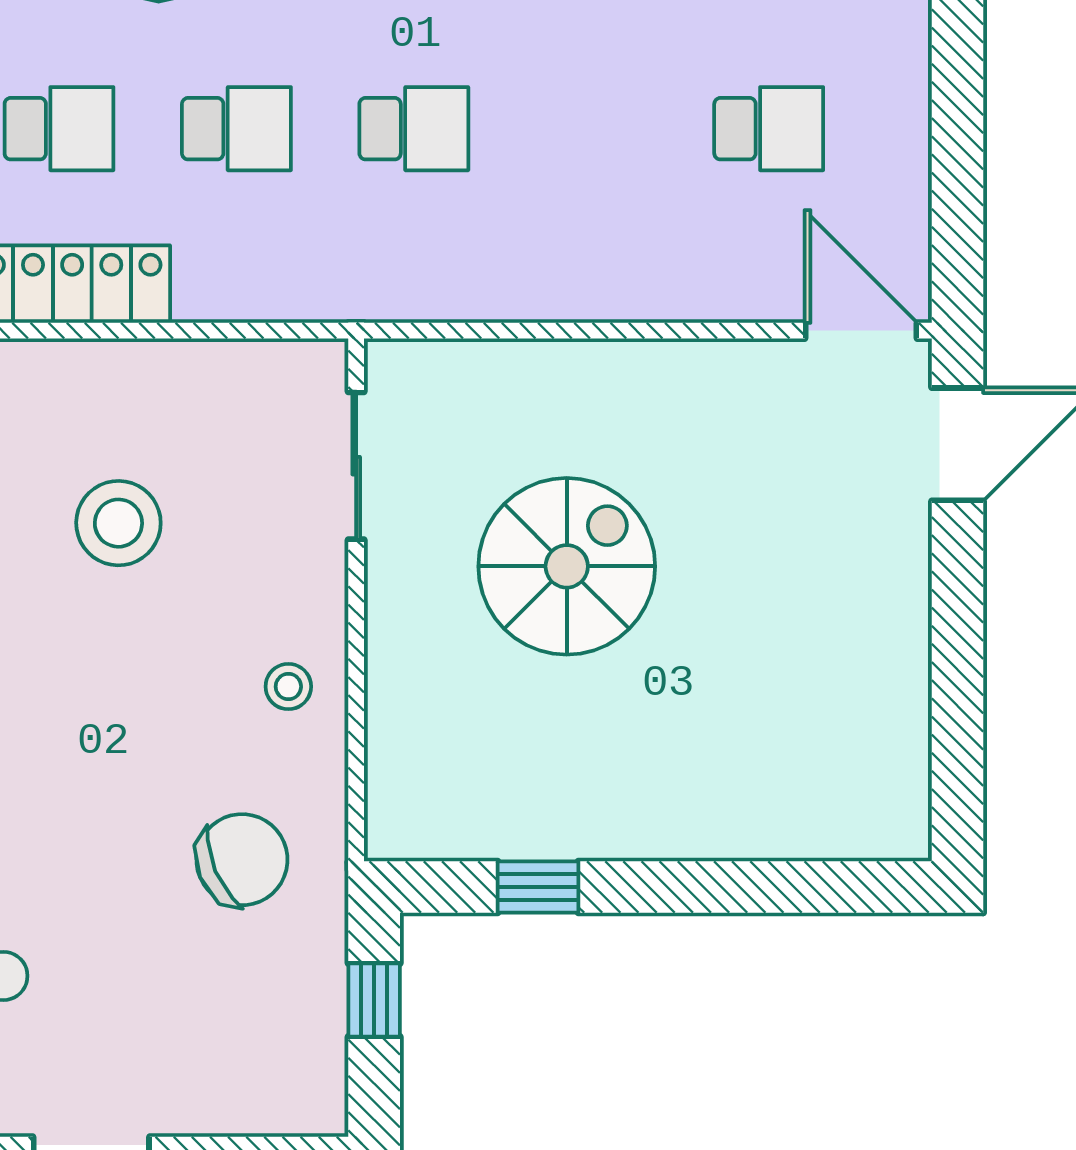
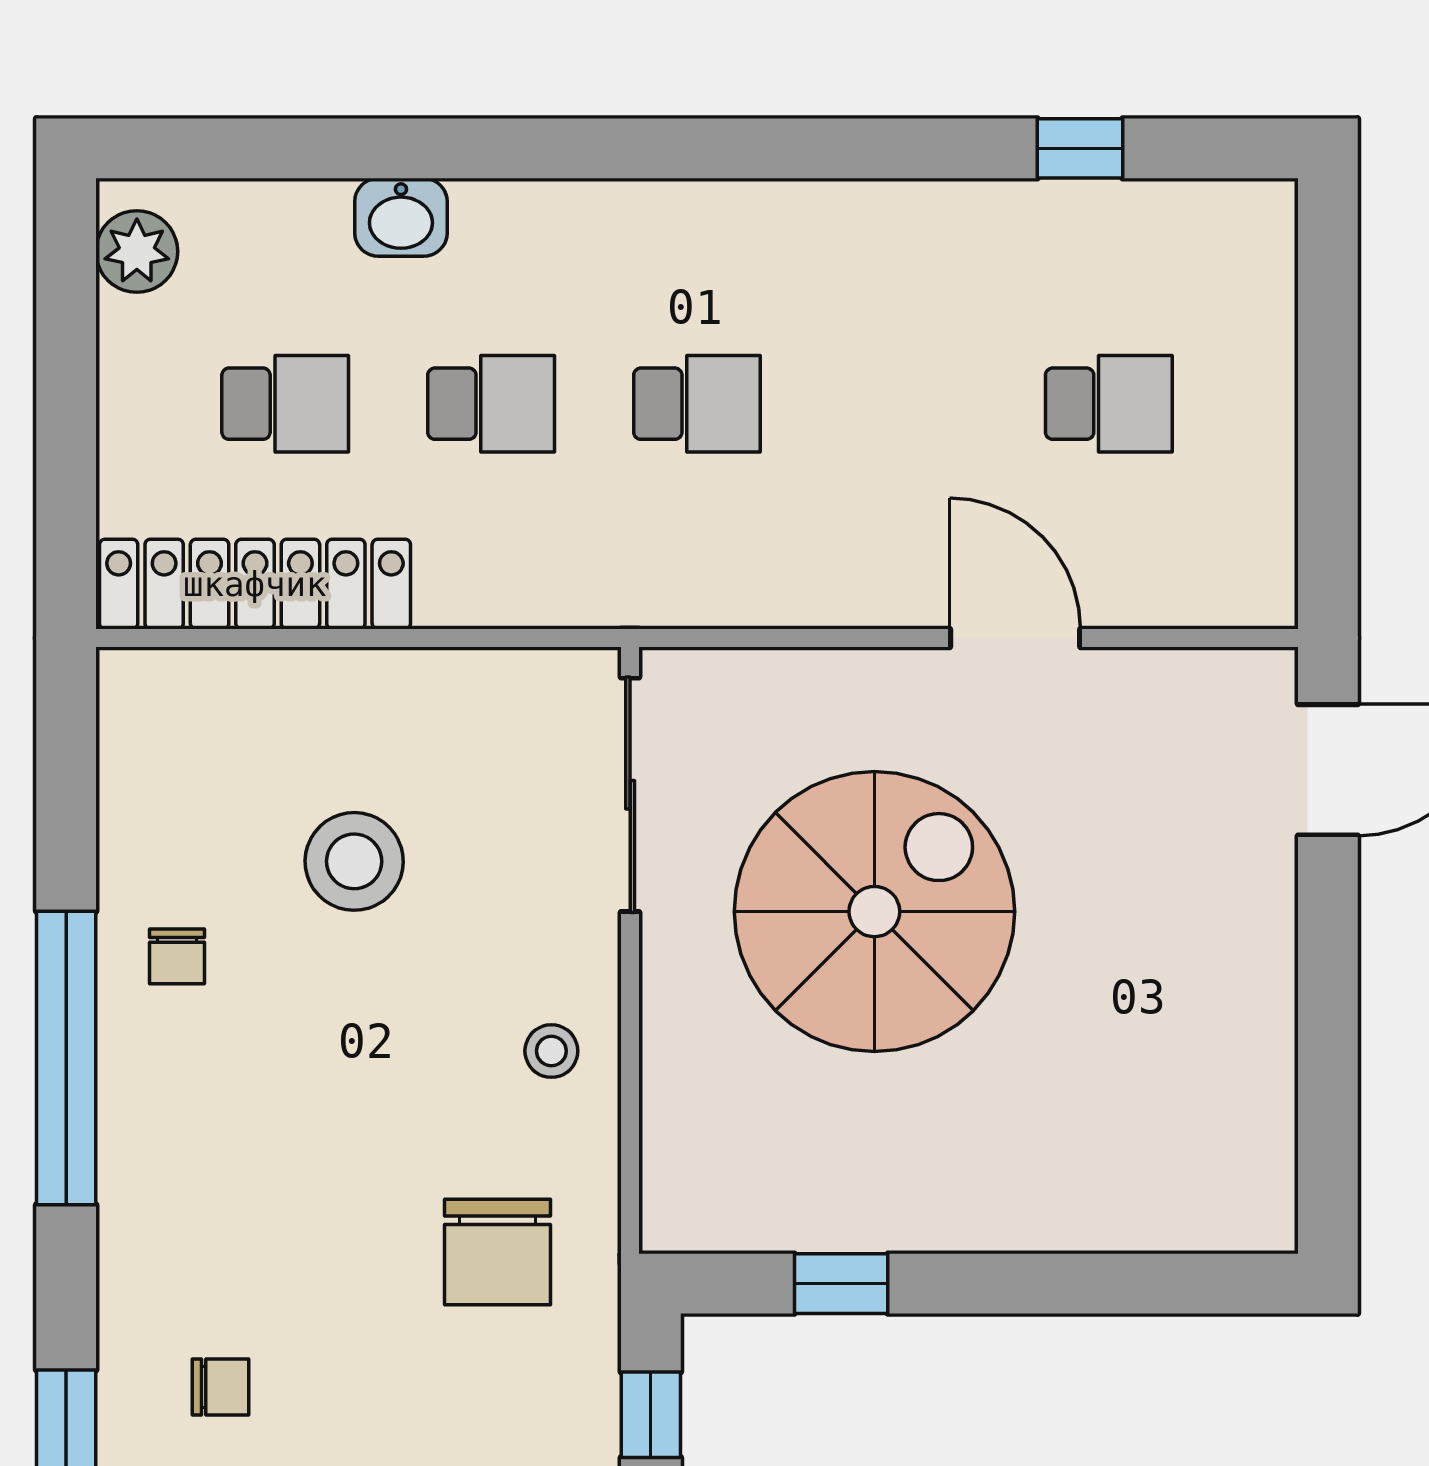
door: (861, 331) -> (1015, 638), moved
sliding door: (356, 466) -> (630, 795), width x1.37
spiral stairs: (567, 566) -> (874, 912), width x1.37, depth x1.37
chair: (242, 860) -> (498, 1252), turned 113

